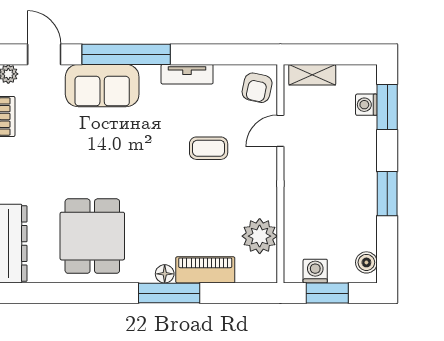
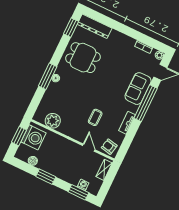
boiler: (366, 262) -> (33, 161), moved
piano: (205, 270) -> (50, 94), removed
washing machine: (315, 271) -> (34, 137), width x1.89, depth x1.89
window: (40, 293) -> (71, 28), added

